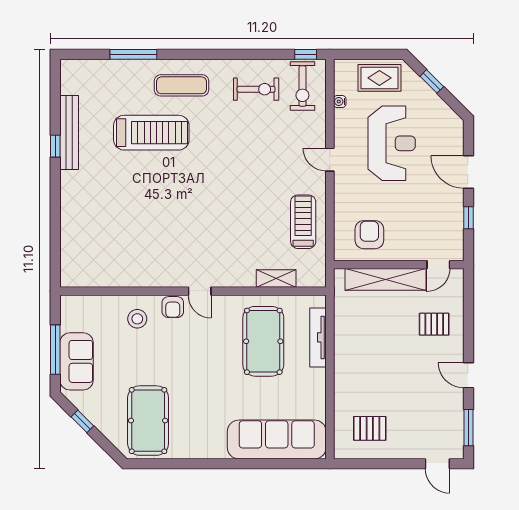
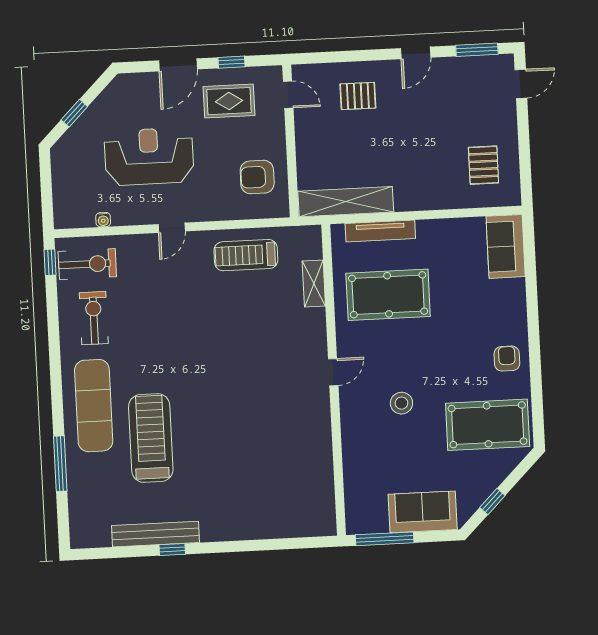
rug: (379, 78) -> (229, 101), moved, turned 90
exercise mat: (181, 85) -> (94, 406), width x1.36, depth x1.45
shelving: (385, 279) -> (346, 202), moved, turned 90
armchair: (173, 307) -> (507, 359), moved, turned -90
stool: (137, 319) -> (401, 403), moved
pallet: (434, 324) -> (358, 96), turned 90
window: (55, 350) -> (385, 539), moved
sofa: (277, 439) -> (506, 246), width x0.54, depth x0.79

